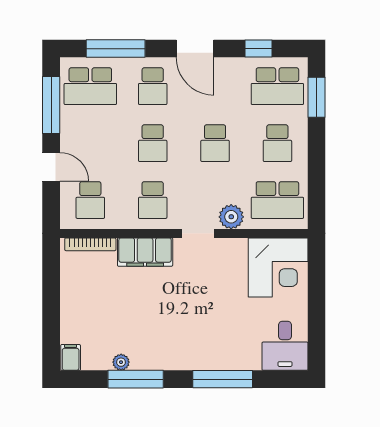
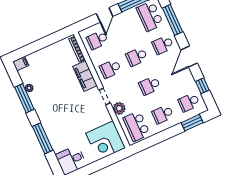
school desk: (277, 86) -> (189, 102), width x0.54

